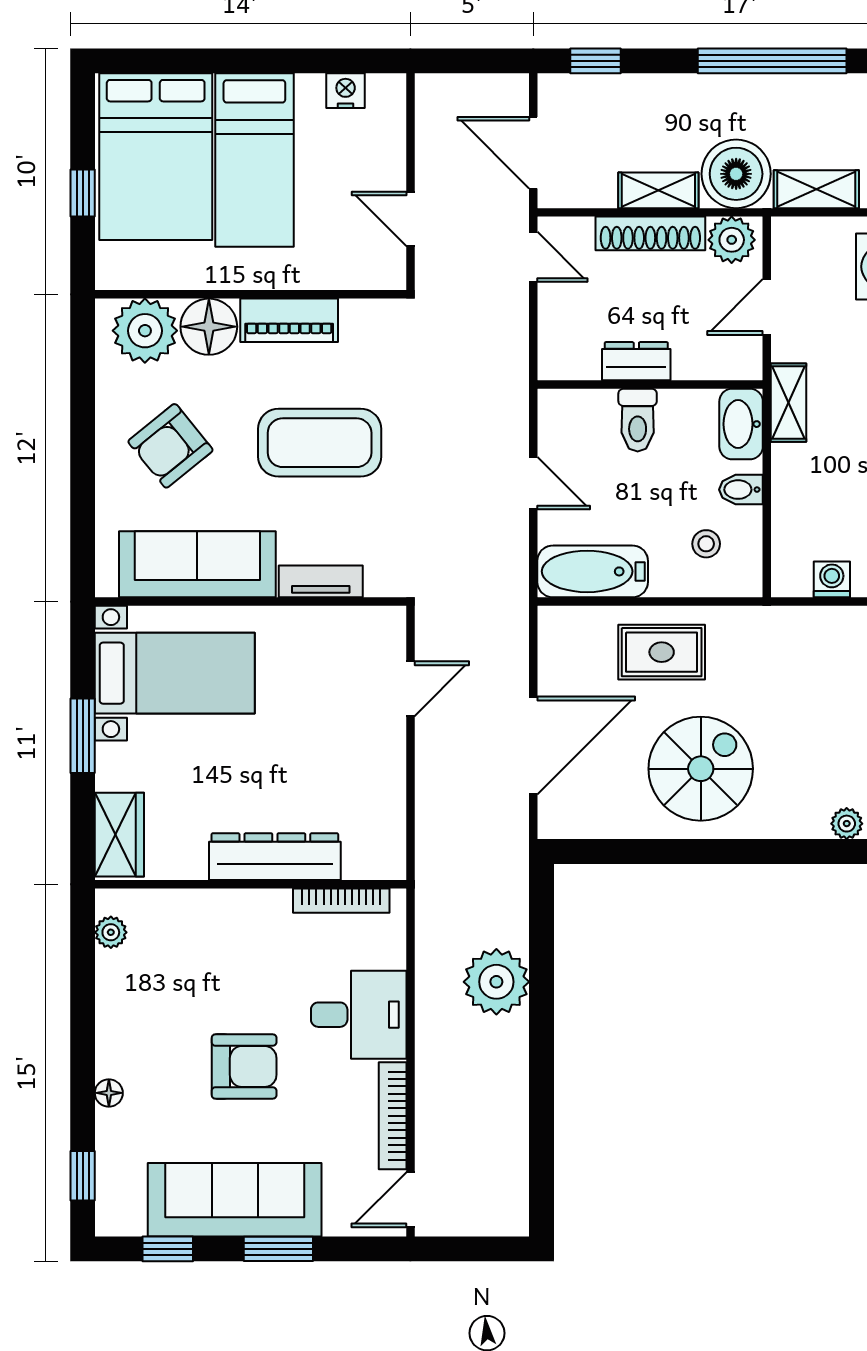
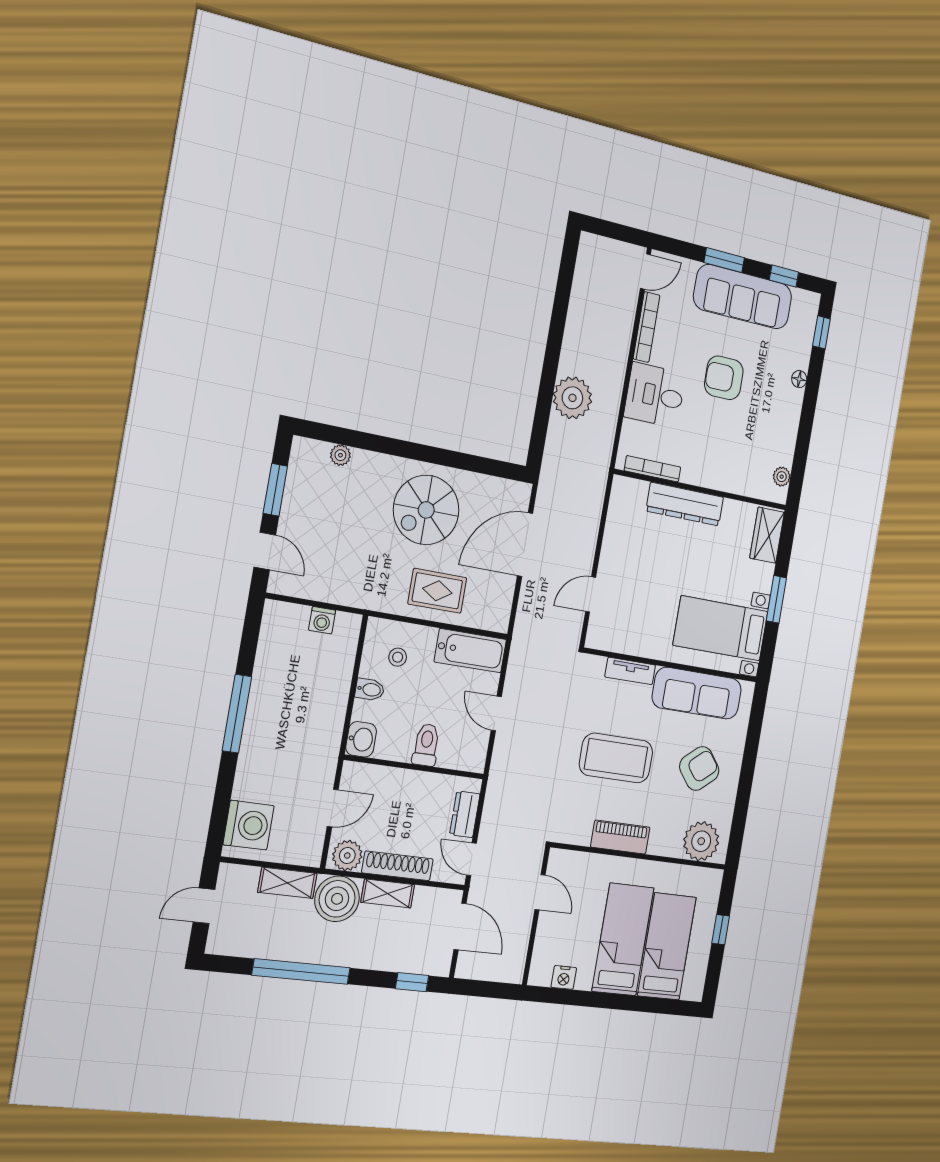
bed: (156, 157) -> (667, 946), width x0.67
floor lamp: (209, 327) -> (666, 839), removed
dresser: (636, 361) -> (465, 814), moved, turned 90
shelving: (789, 403) -> (330, 743), removed
washbasin: (741, 424) -> (361, 739), width x0.72

